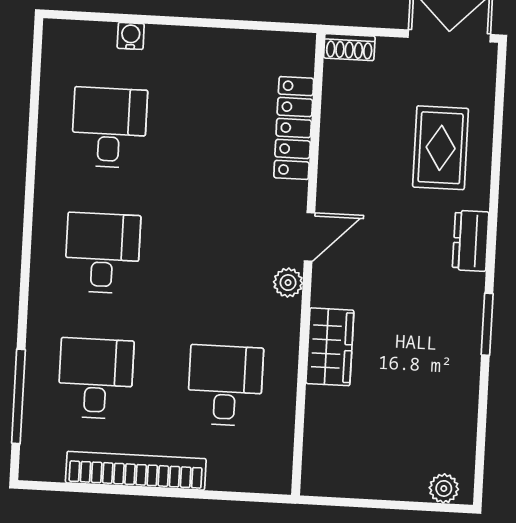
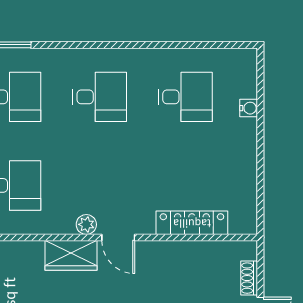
shoe rack: (349, 47) -> (249, 278), moved
wardrobe: (330, 347) -> (71, 255), moved

